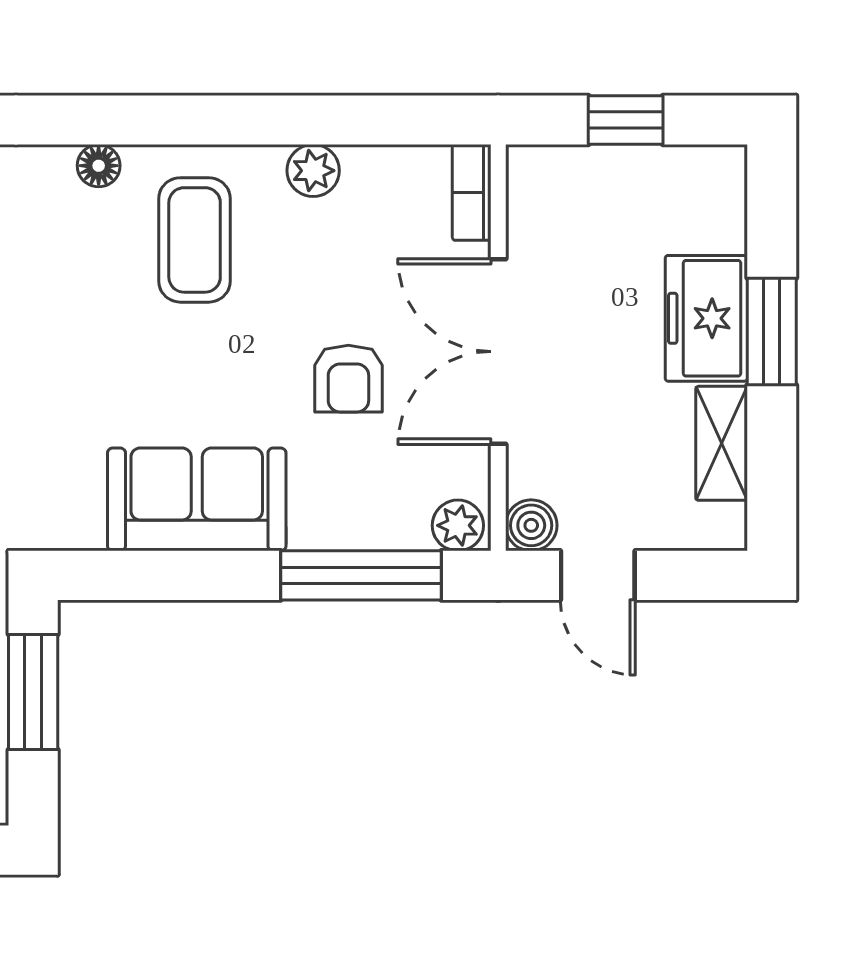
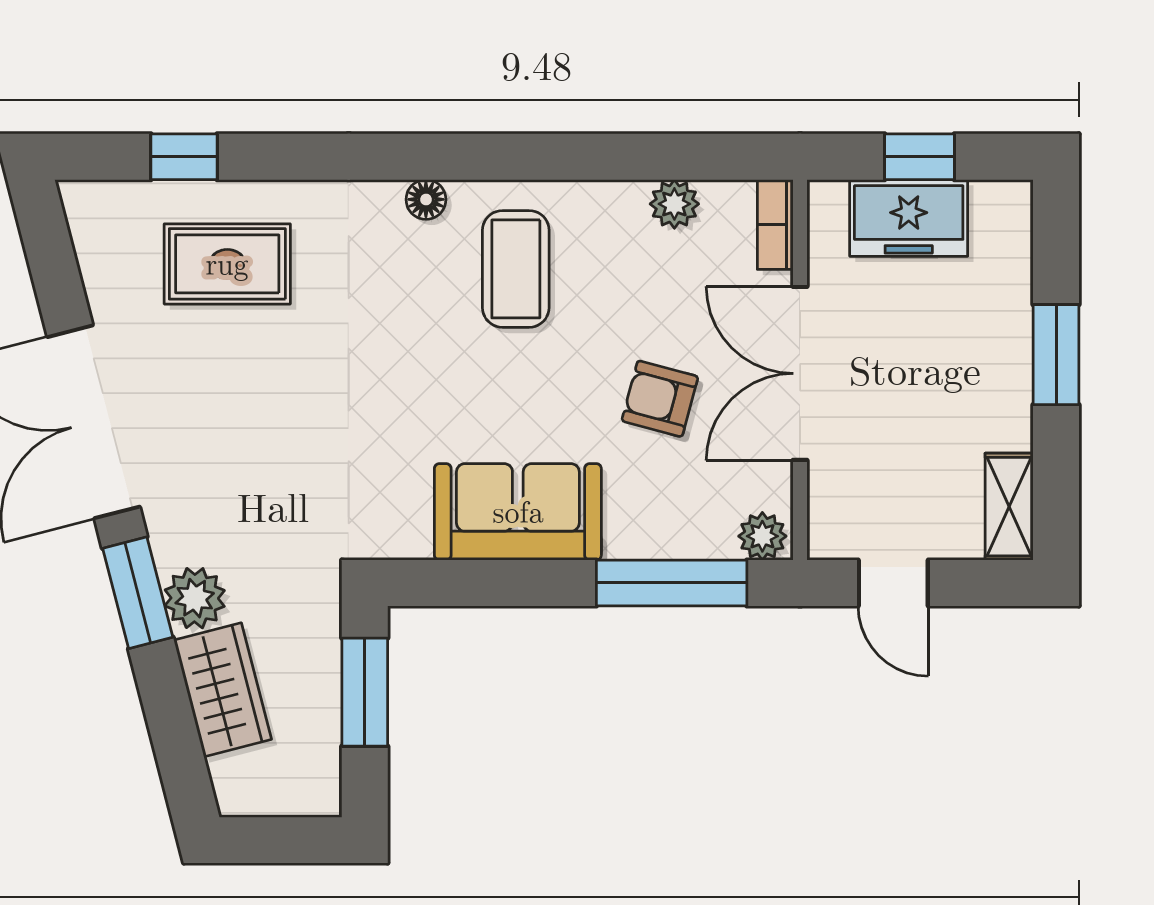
plant: (313, 171) -> (674, 204), moved
freezer: (706, 318) -> (909, 218), moved, turned -90
armchair: (348, 379) -> (660, 399), turned 105
shelving: (722, 443) -> (1009, 507), moved
boiler: (531, 525) -> (831, 536), removed

